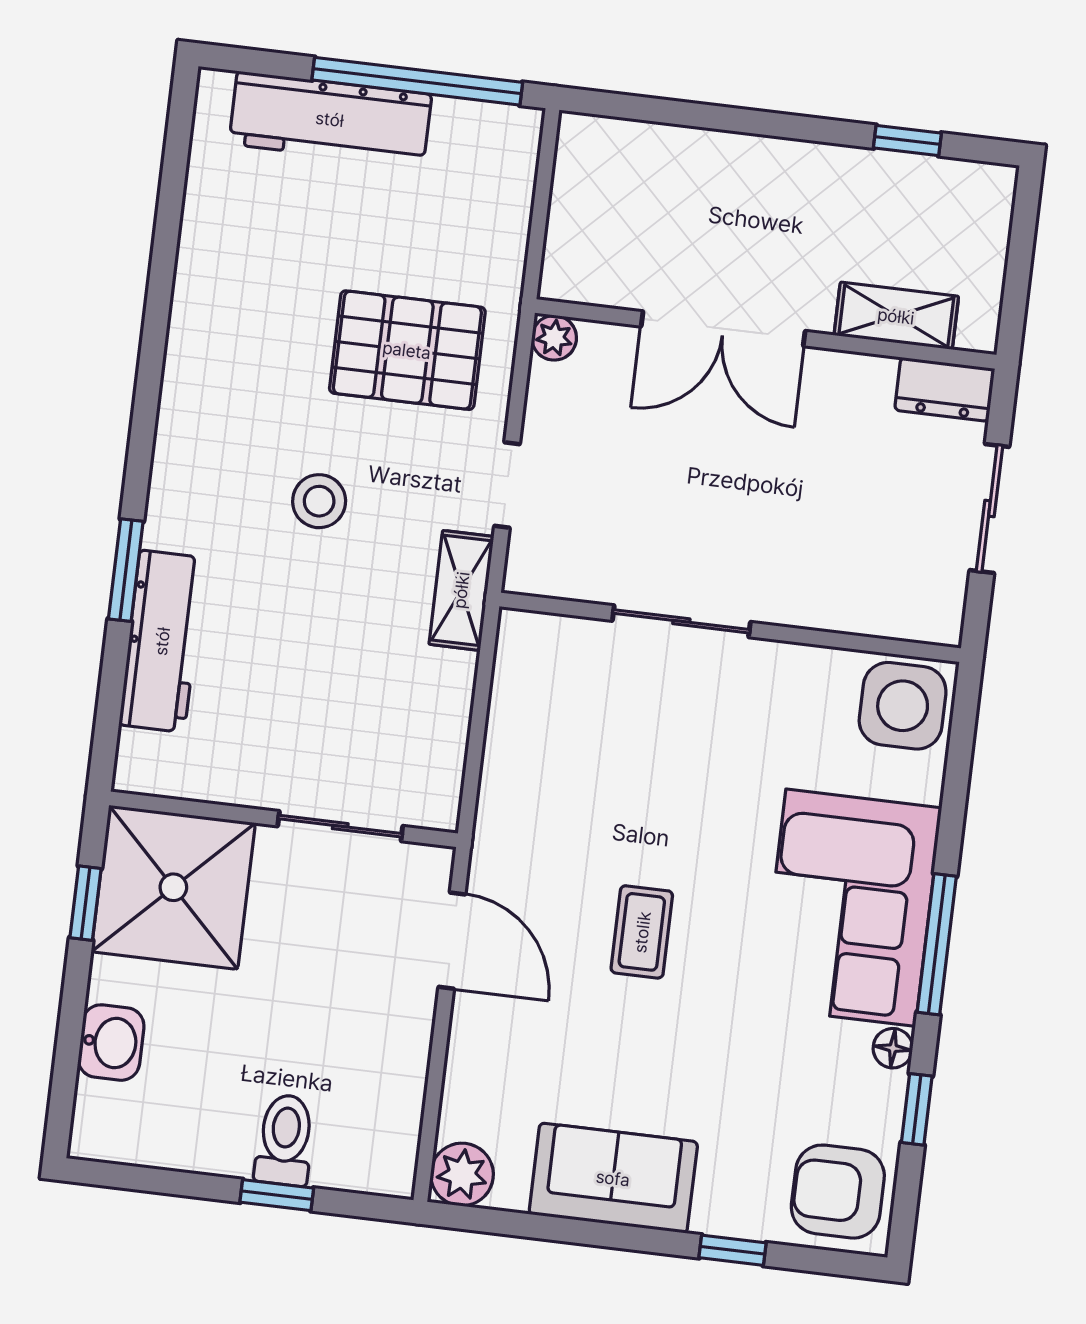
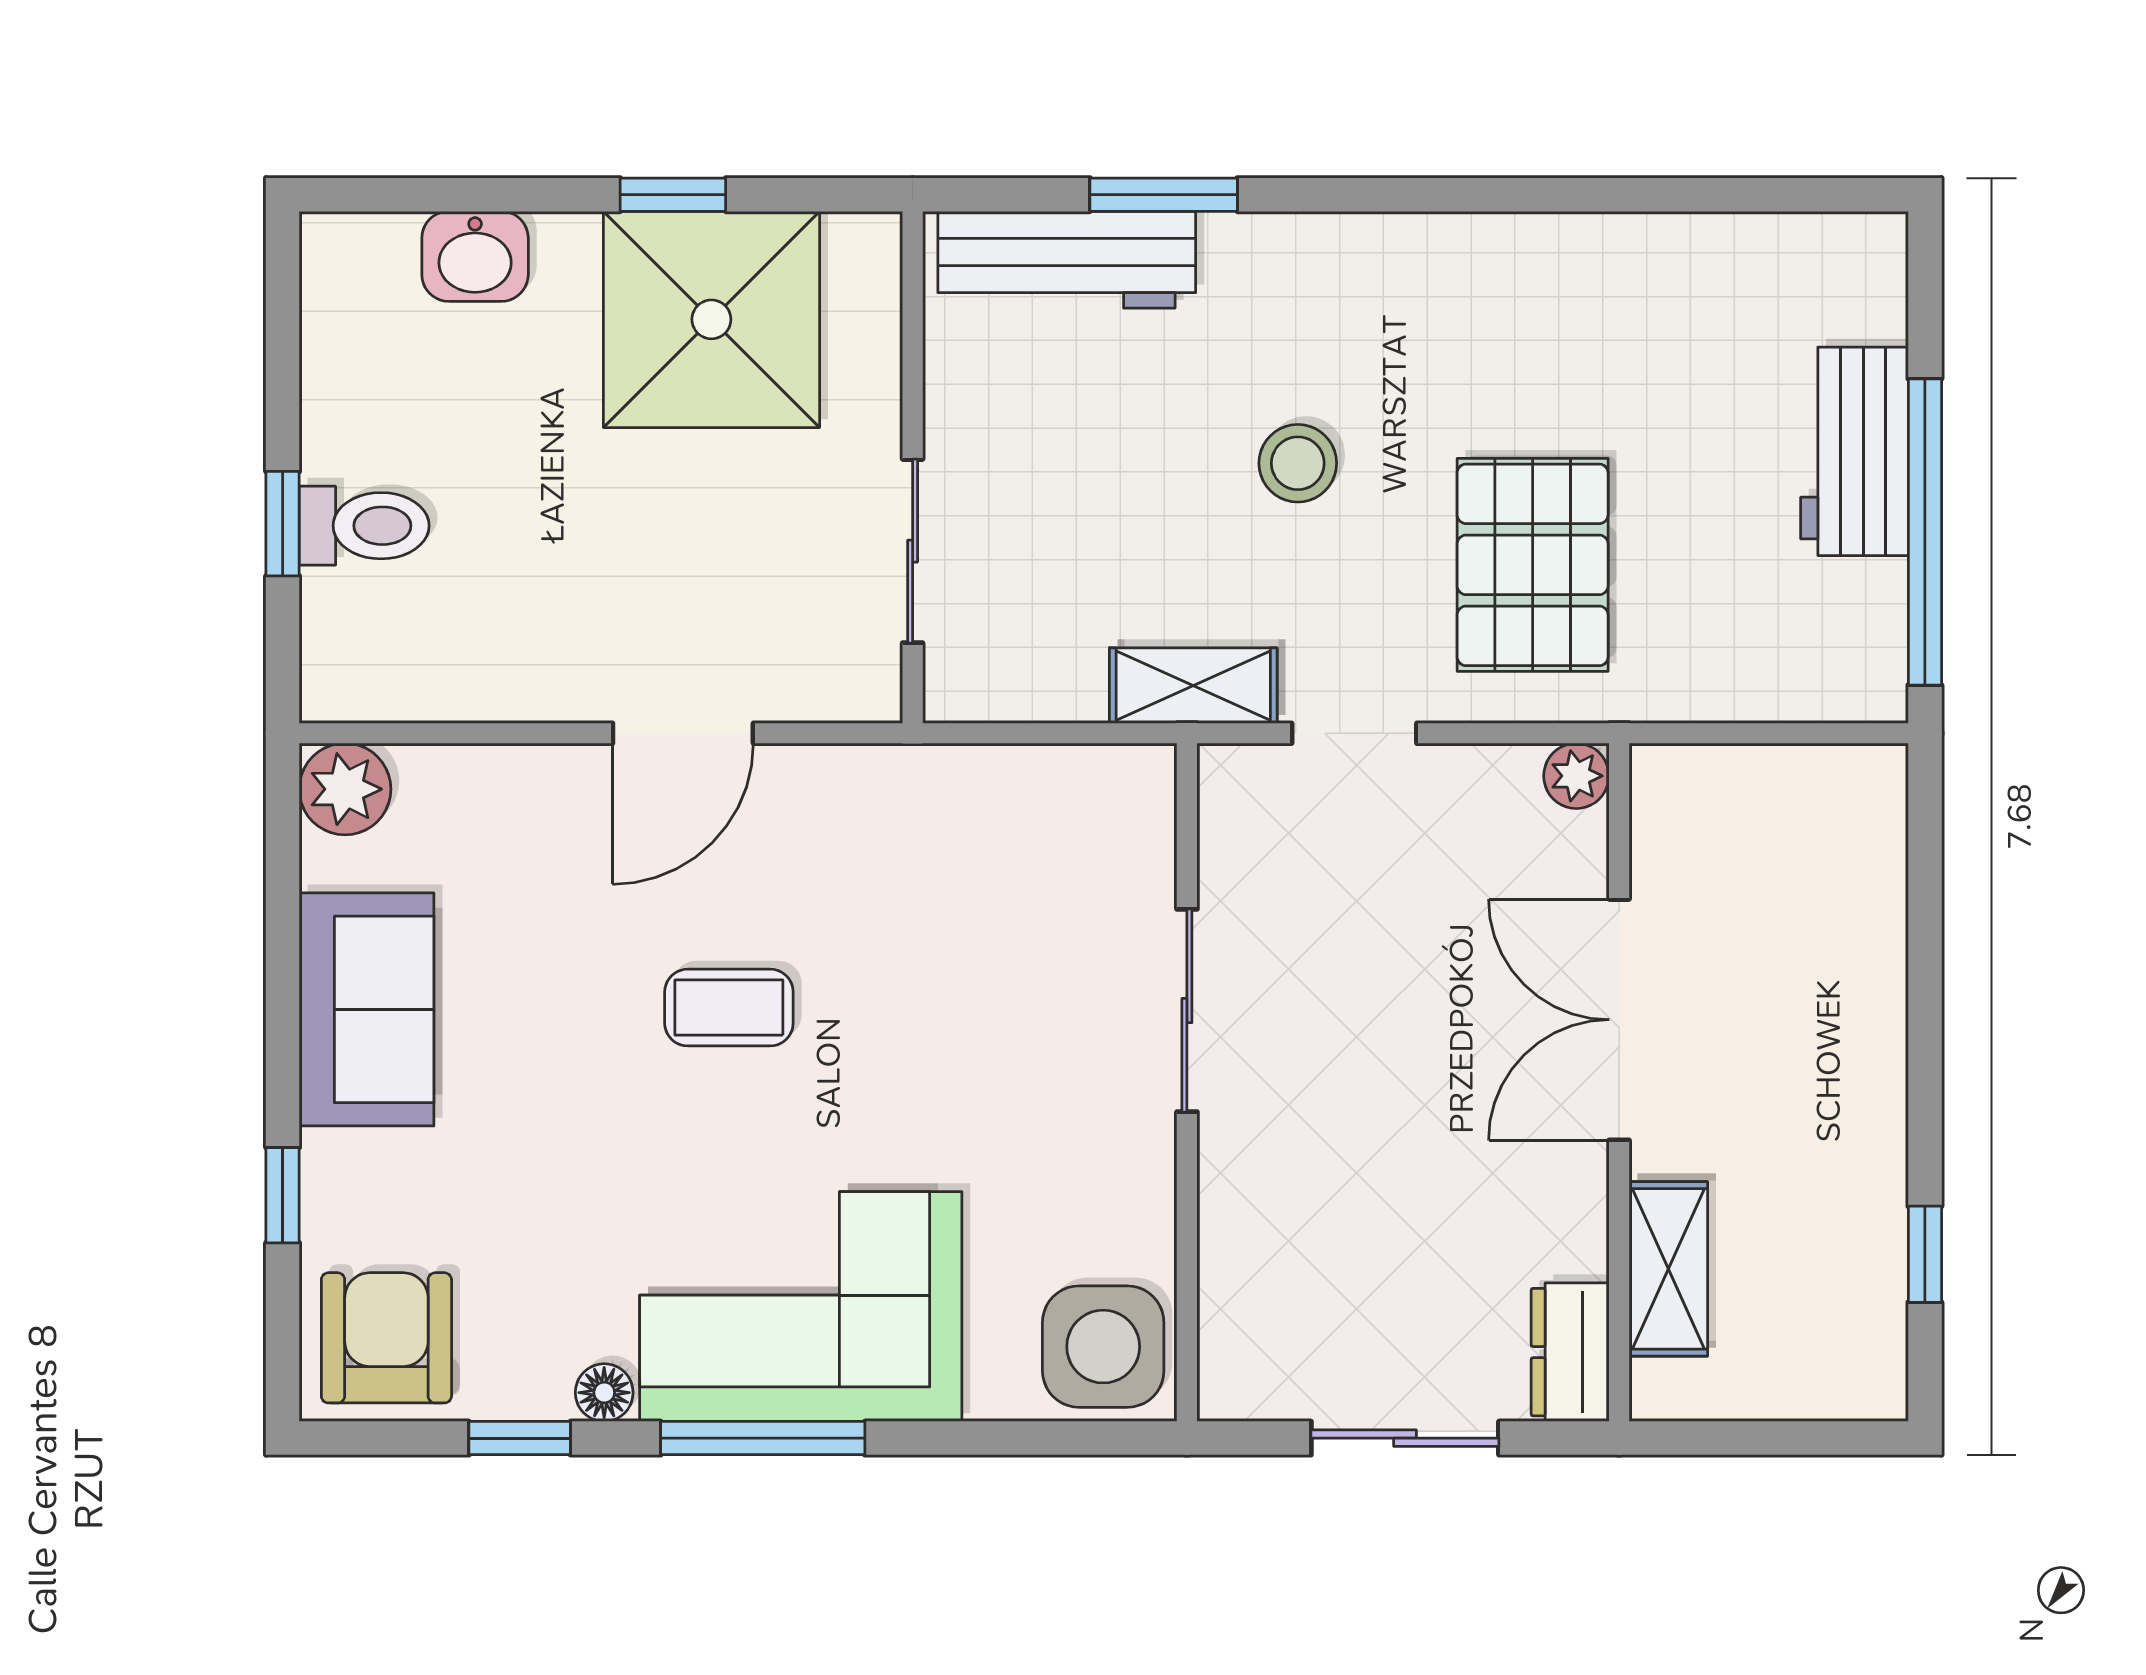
workbench: (330, 119) -> (1854, 451), width x0.73
wall: (283, 819) -> (913, 467), moved
sliding door: (340, 826) -> (913, 551), moved

